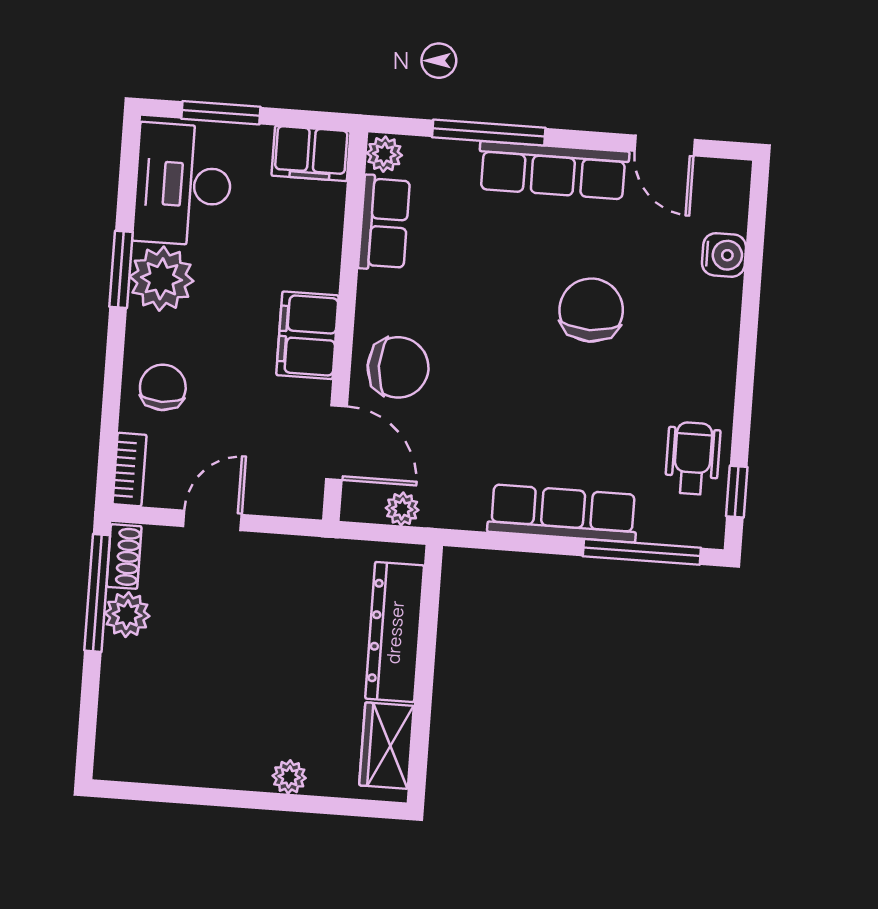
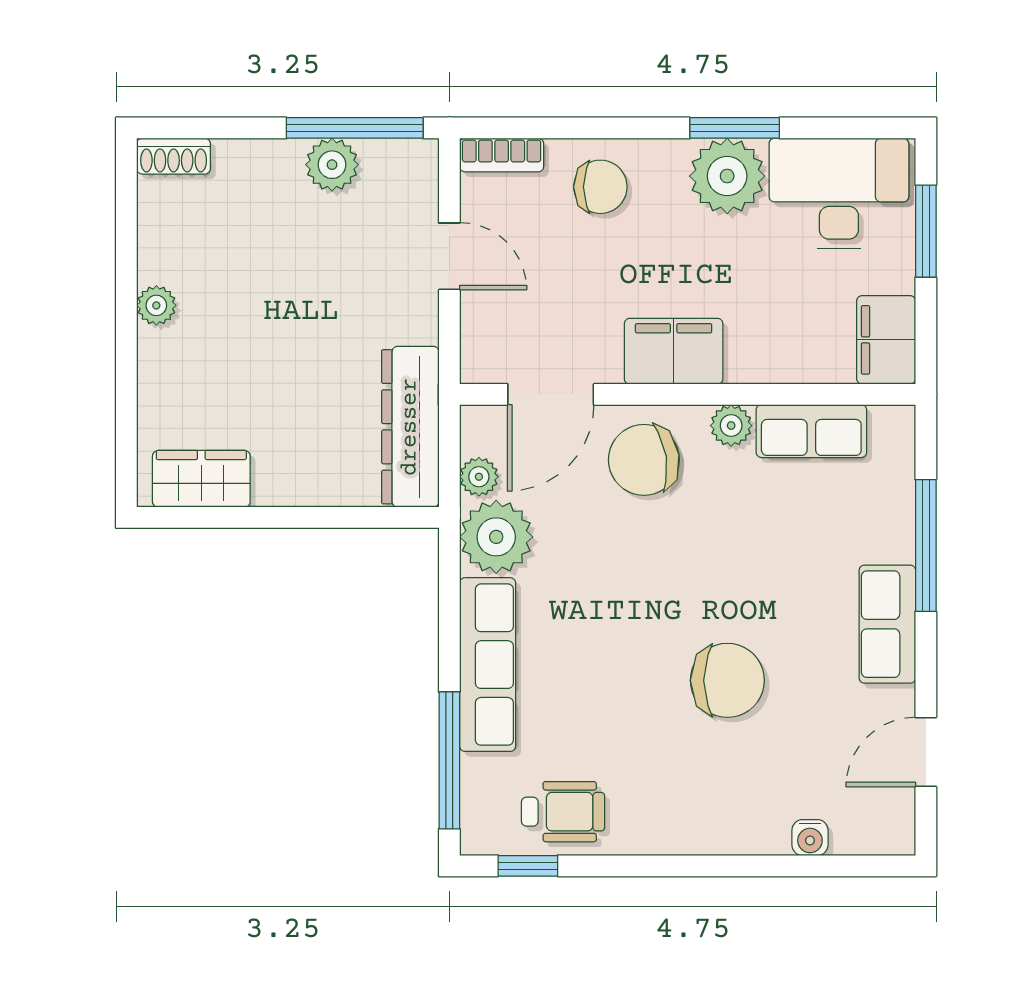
plant: (384, 154) -> (731, 426), moved
row of seats: (553, 170) -> (887, 624), width x0.68
water cooler: (724, 255) -> (810, 838), width x0.72, depth x0.72
chair: (398, 367) -> (644, 460), turned 81
plant: (454, 498) -> (496, 537), added
shoe rack: (124, 557) -> (174, 156), moved
dresser: (395, 632) -> (410, 427), moved, turned -90
plant: (289, 777) -> (156, 305), moved

